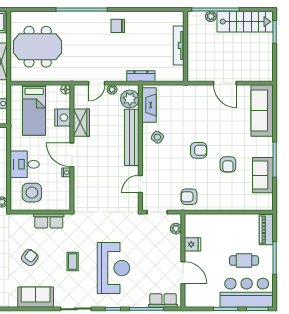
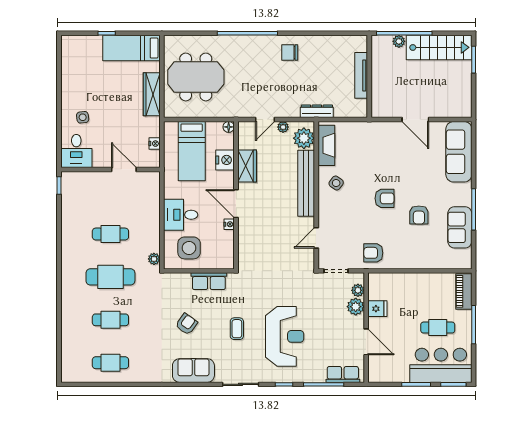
plant: (174, 243) -> (356, 307), added

